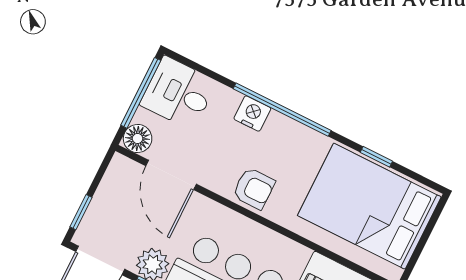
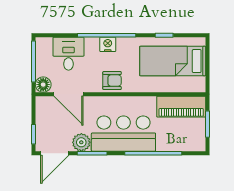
desk: (178, 93) -> (68, 54), moved, turned 90
nightstand: (252, 113) -> (108, 44), moved
bed: (369, 206) -> (173, 61), width x0.67

